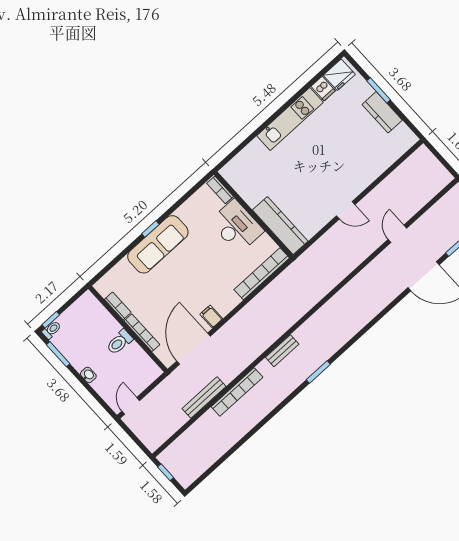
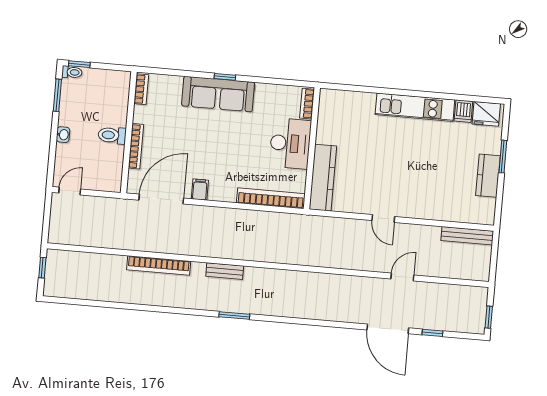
bookcase: (118, 306) -> (141, 89), moved
bench: (204, 397) -> (467, 236), moved

